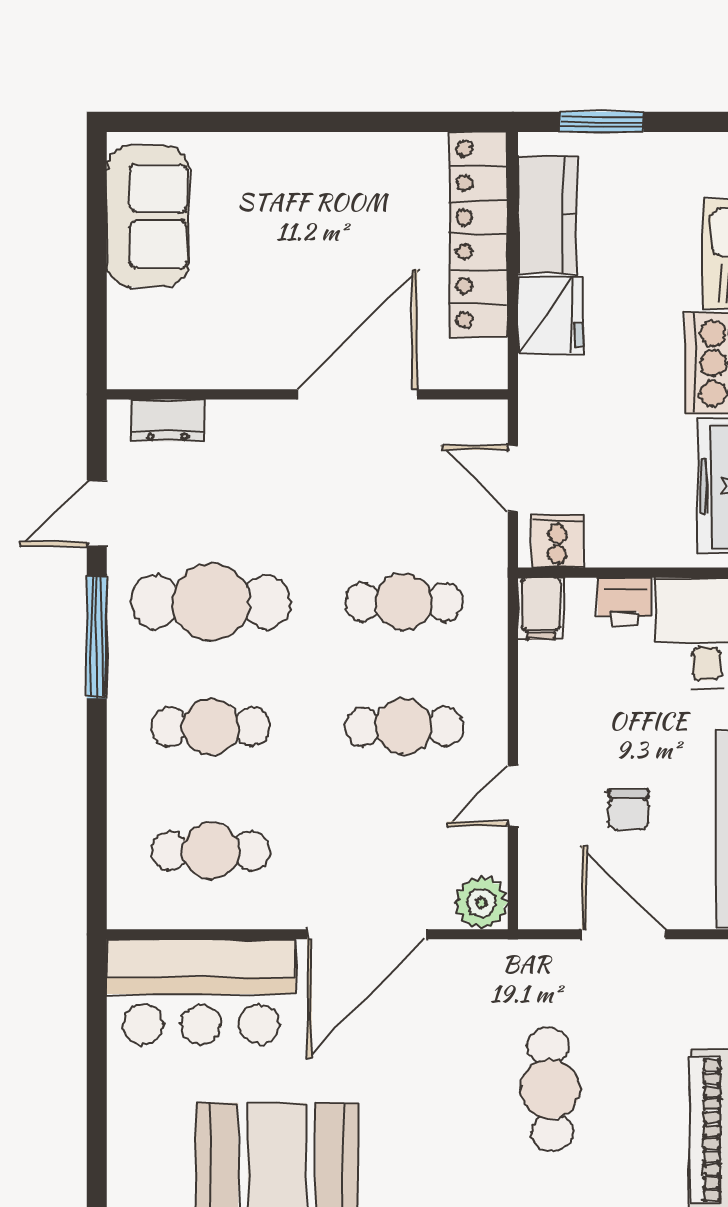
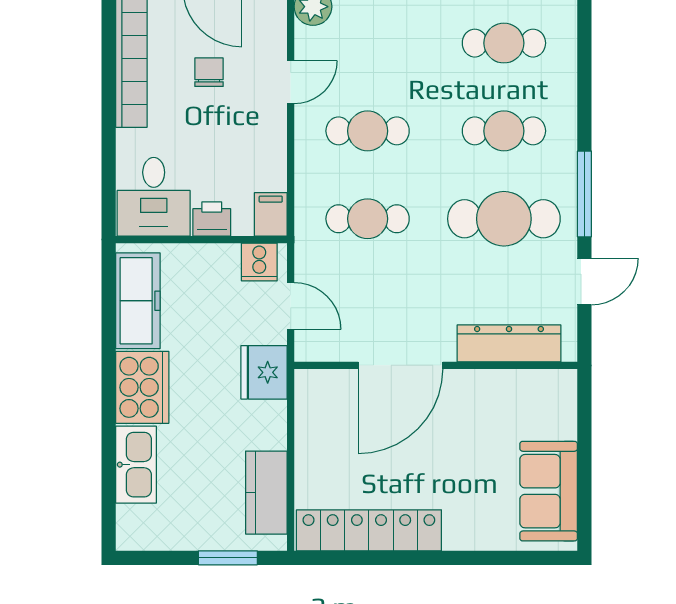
locker: (479, 234) -> (369, 530), moved, turned -90
fridge: (550, 315) -> (264, 372), moved
dresser: (168, 420) -> (509, 343), width x1.96, depth x1.24

